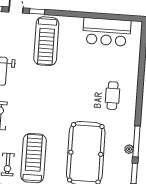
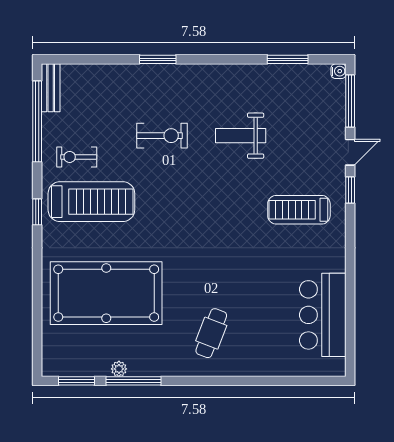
treadmill: (46, 41) -> (299, 210), width x0.73, depth x0.73
cafe table: (113, 96) -> (211, 333), turned -69

